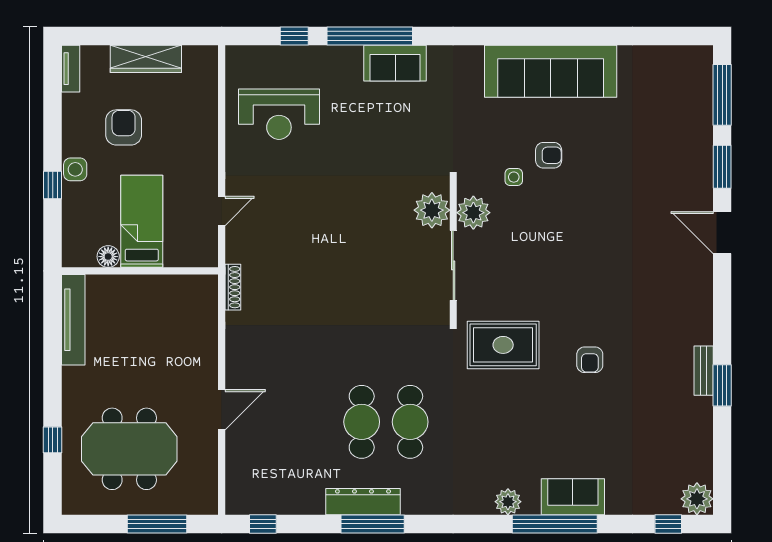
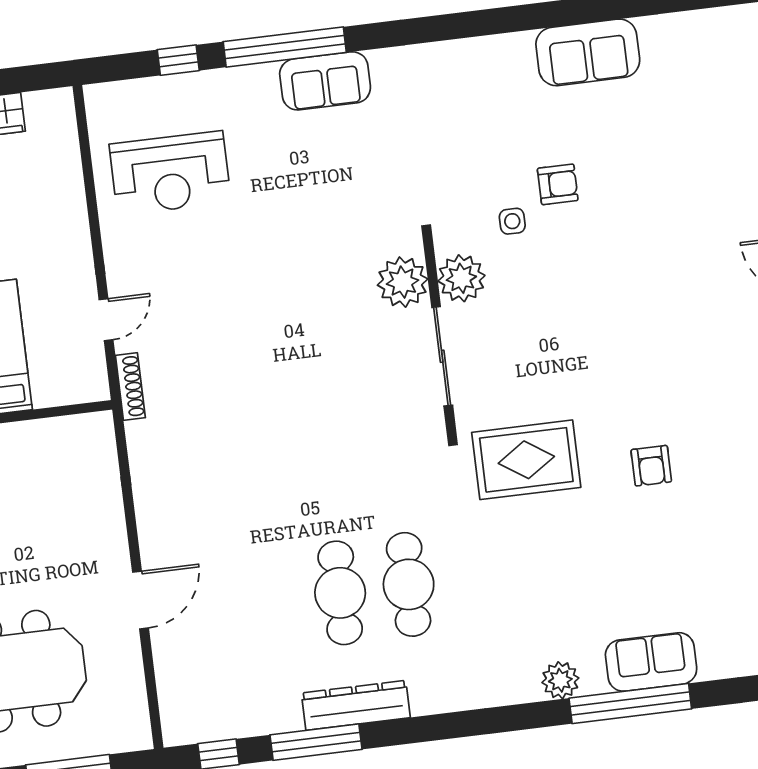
sofa: (551, 71) -> (588, 52), width x0.54, depth x0.79
shoe rack: (233, 287) -> (130, 386), moved
window: (373, 524) -> (316, 742), moved

